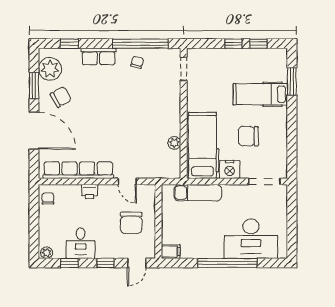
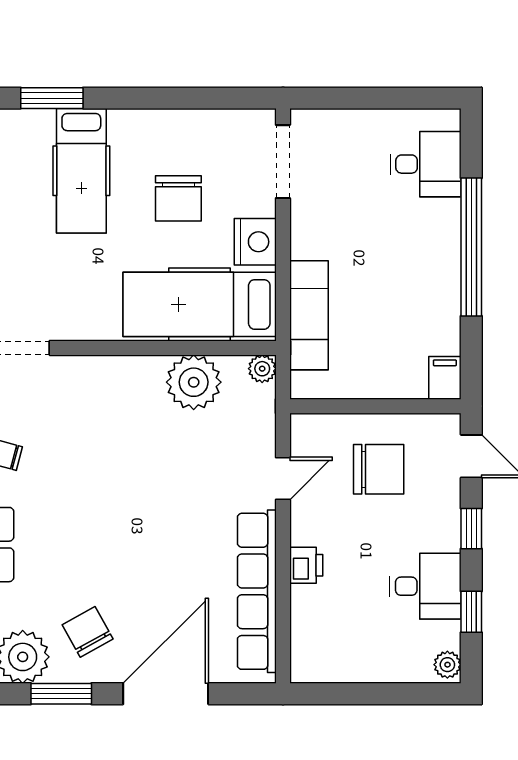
plant: (174, 143) -> (194, 382), width x1.88, depth x1.88
plant: (175, 173) -> (262, 369), added
chair: (48, 199) -> (322, 662), removed
desk: (251, 239) -> (426, 164), width x0.53, depth x0.77

